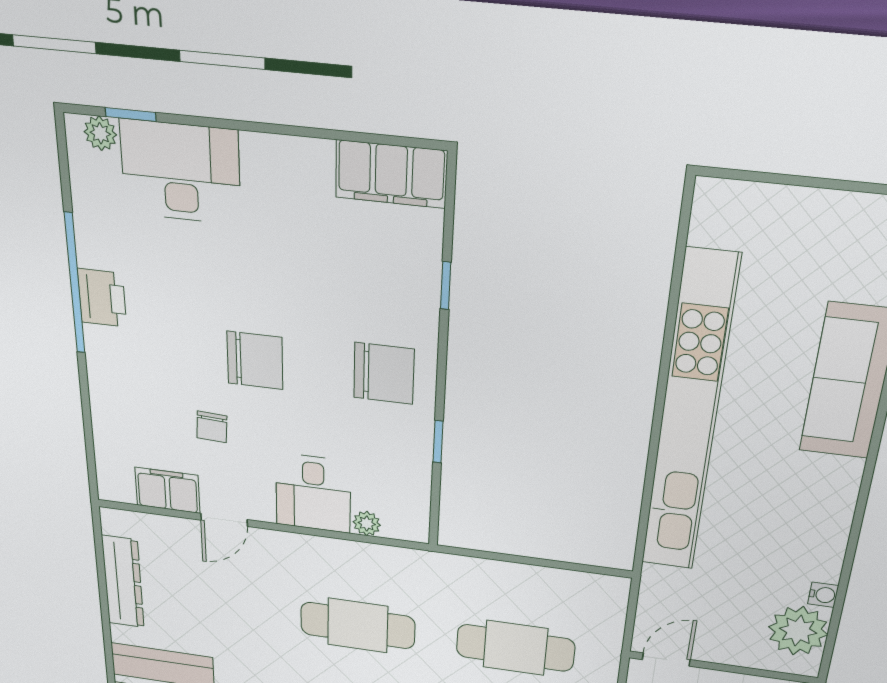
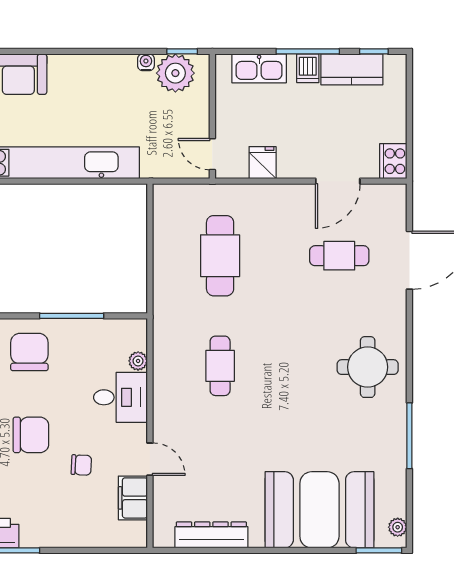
chair: (255, 360) -> (31, 435), turned 90
window: (438, 442) -> (72, 316), width x2.17
cafe table: (358, 626) -> (220, 366), width x0.73, depth x0.74
window: (830, 644) -> (182, 51), added

